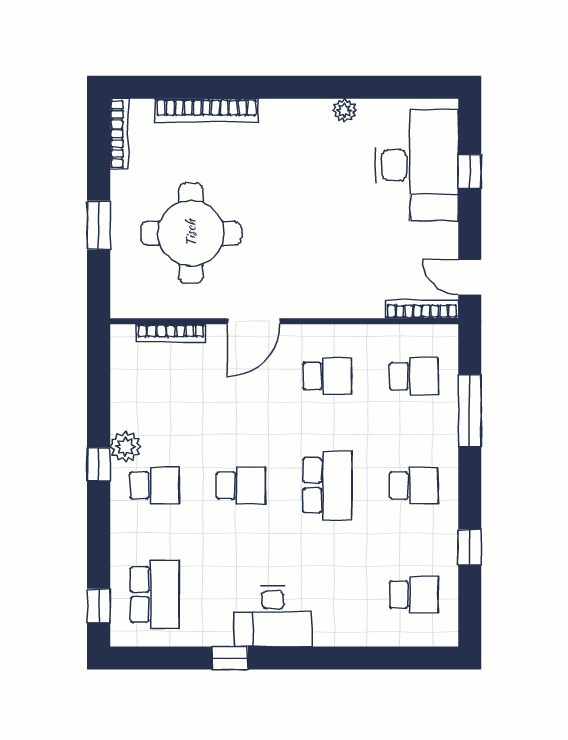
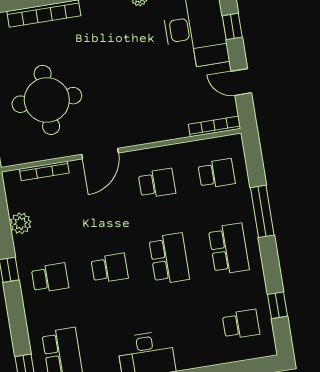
door: (470, 277) -> (241, 82), moved
window: (470, 411) -> (262, 211), moved
plant: (126, 447) -> (21, 223), moved
school desk: (414, 485) -> (229, 249), width x1.85
window: (470, 547) -> (277, 305), moved

